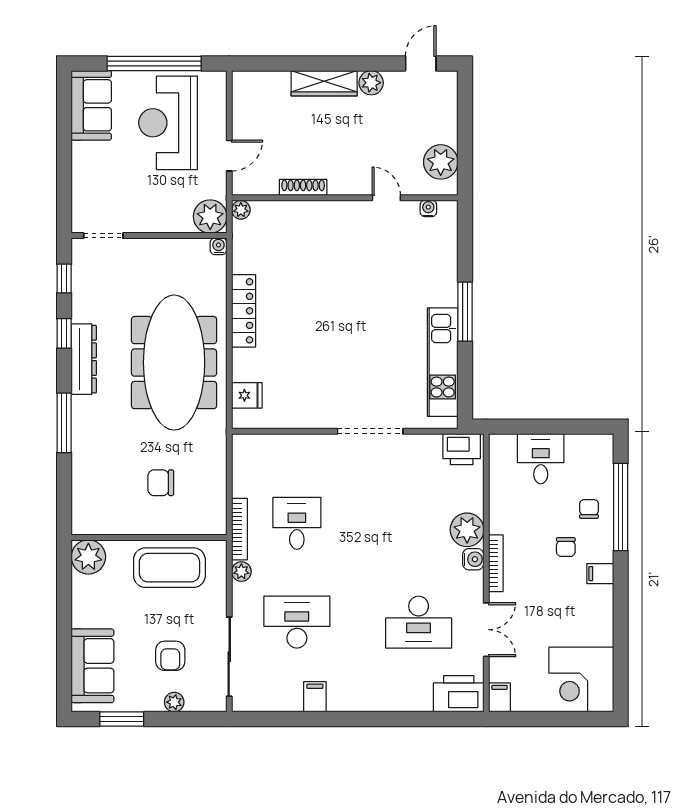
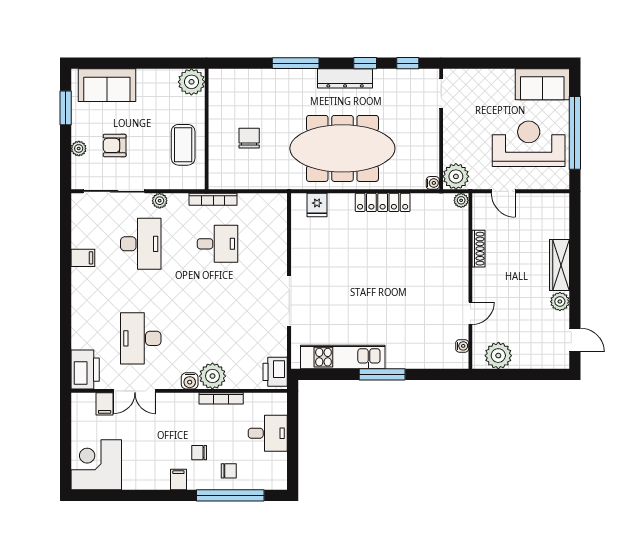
bookcase: (496, 563) -> (221, 398), moved
coffee table: (169, 568) -> (183, 145), width x0.73, depth x0.76
plant: (241, 572) -> (160, 201), moved
filing cabinet: (499, 697) -> (105, 404), moved, turned 90

